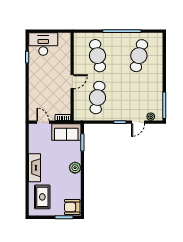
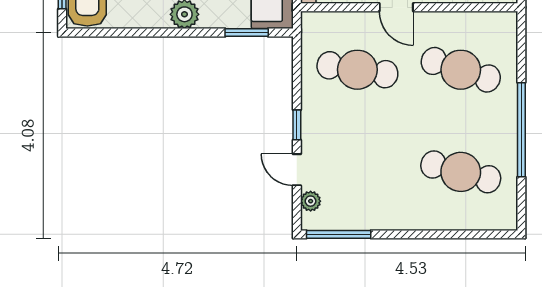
cafe table: (98, 56) -> (461, 70), turned 30

